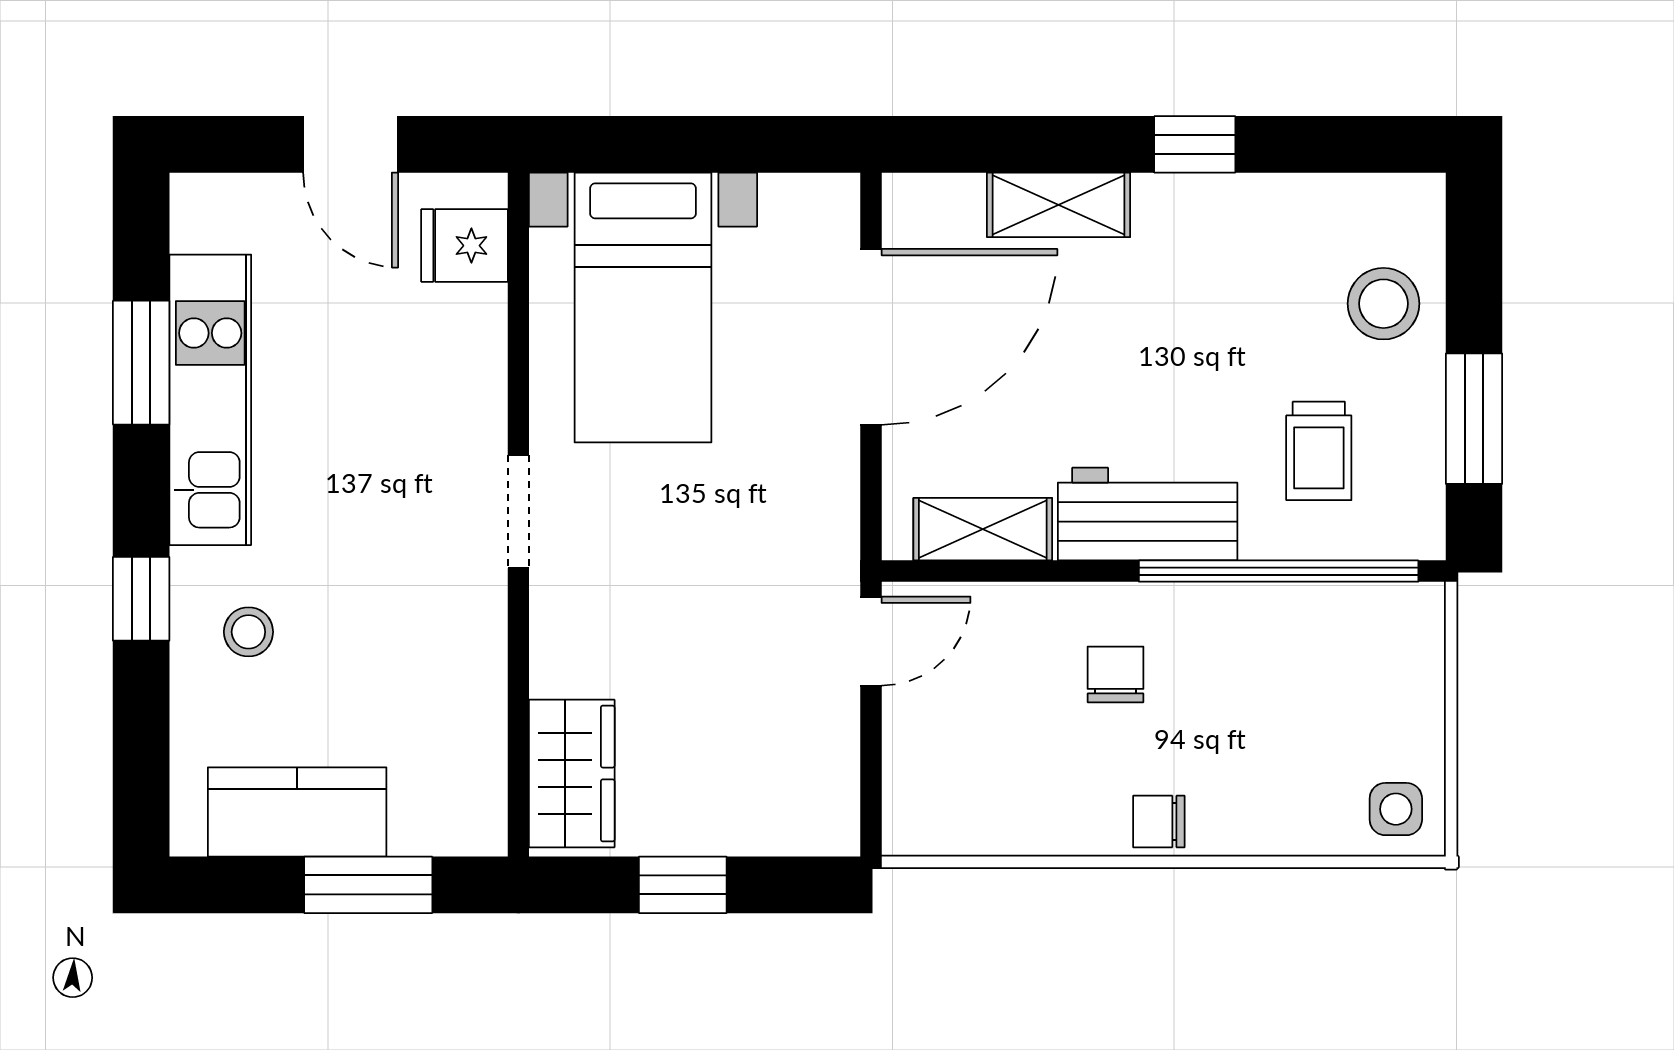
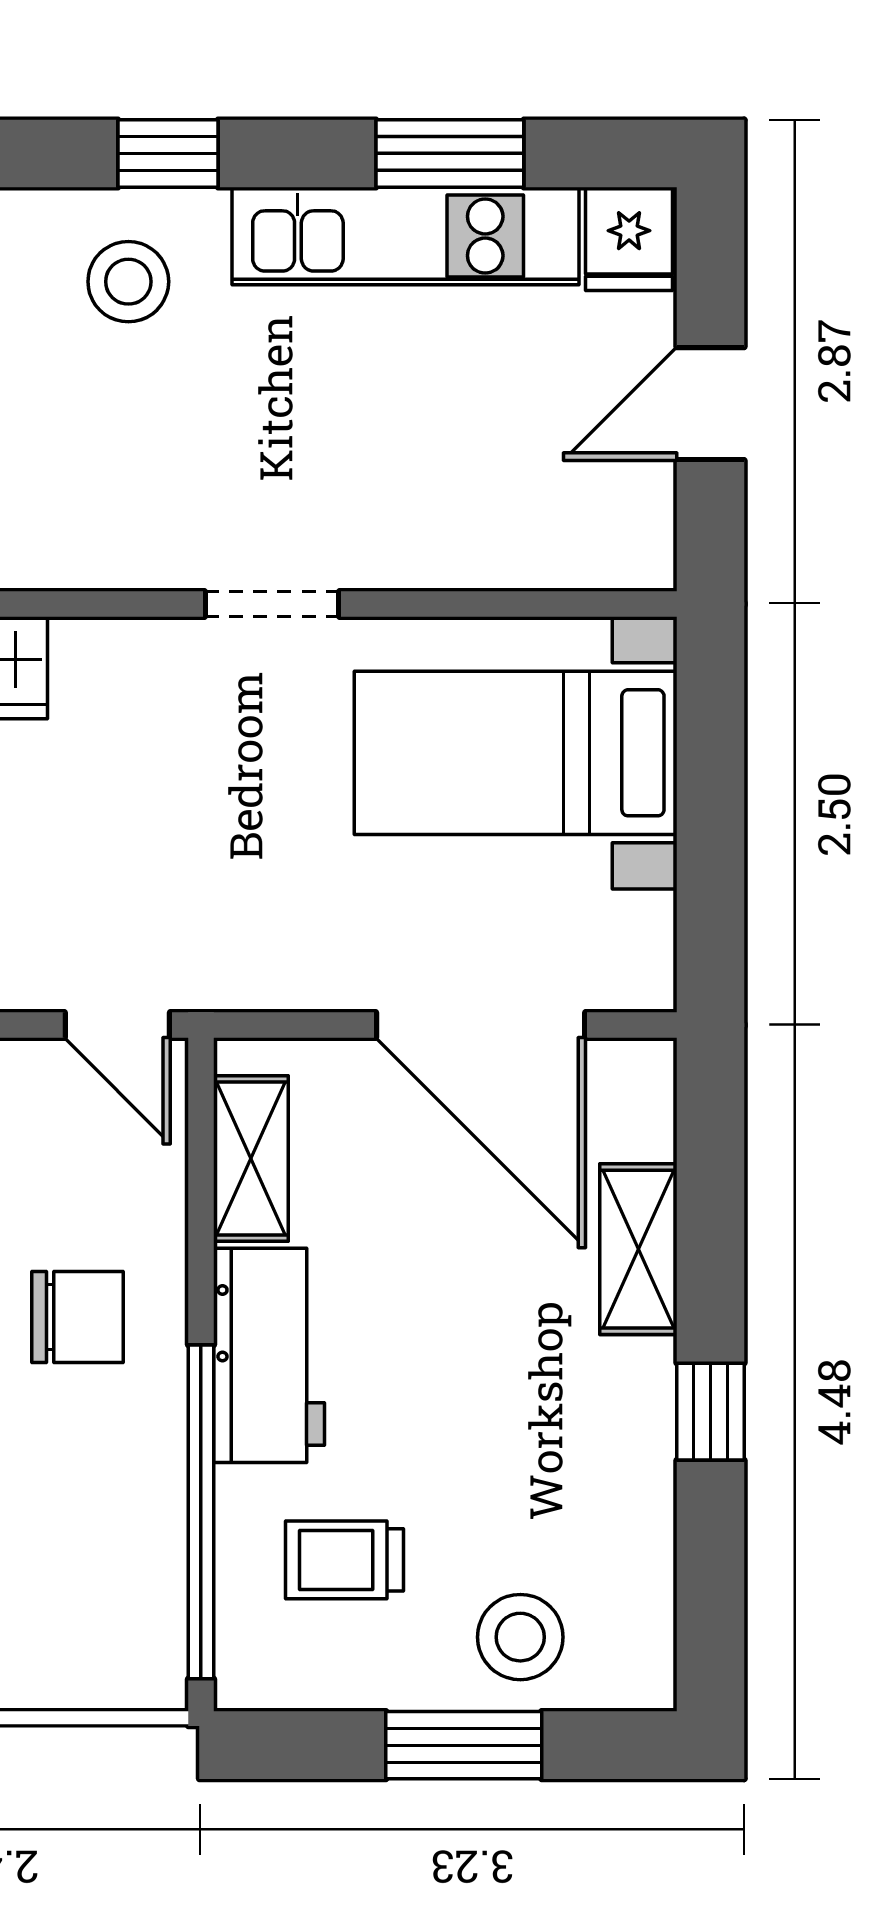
fridge: (464, 246) -> (629, 239), moved, turned 180
window: (1474, 419) -> (464, 1745), moved
stool: (248, 632) -> (128, 282), width x1.37, depth x1.37
chair: (1116, 674) -> (77, 1317), width x1.37, depth x1.37

